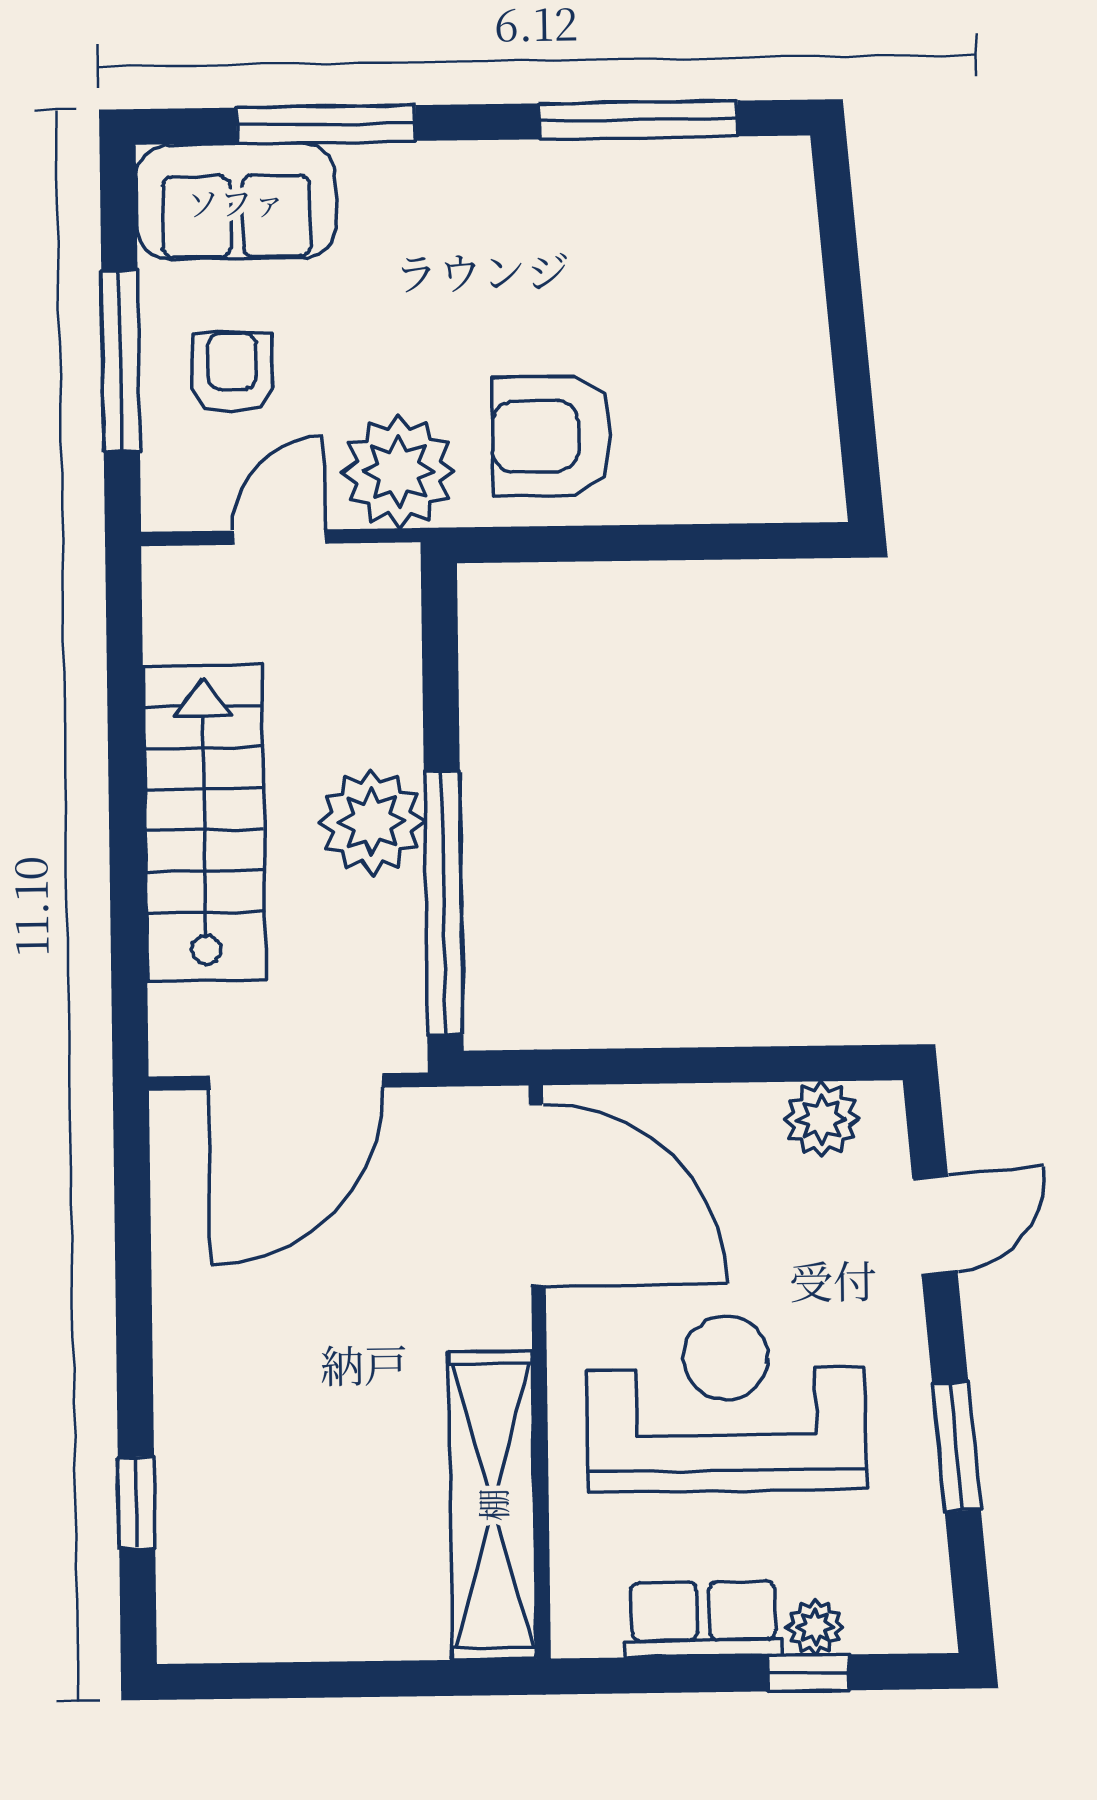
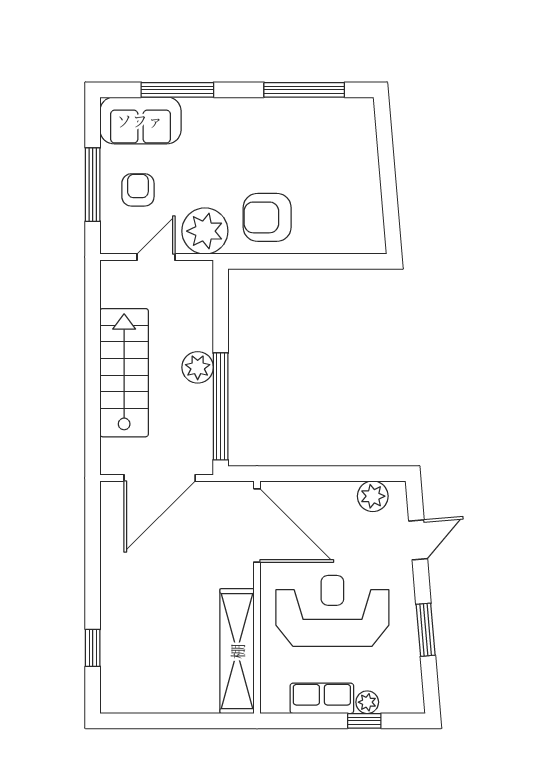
plant: (372, 822) -> (198, 367), width x0.73, depth x0.73

